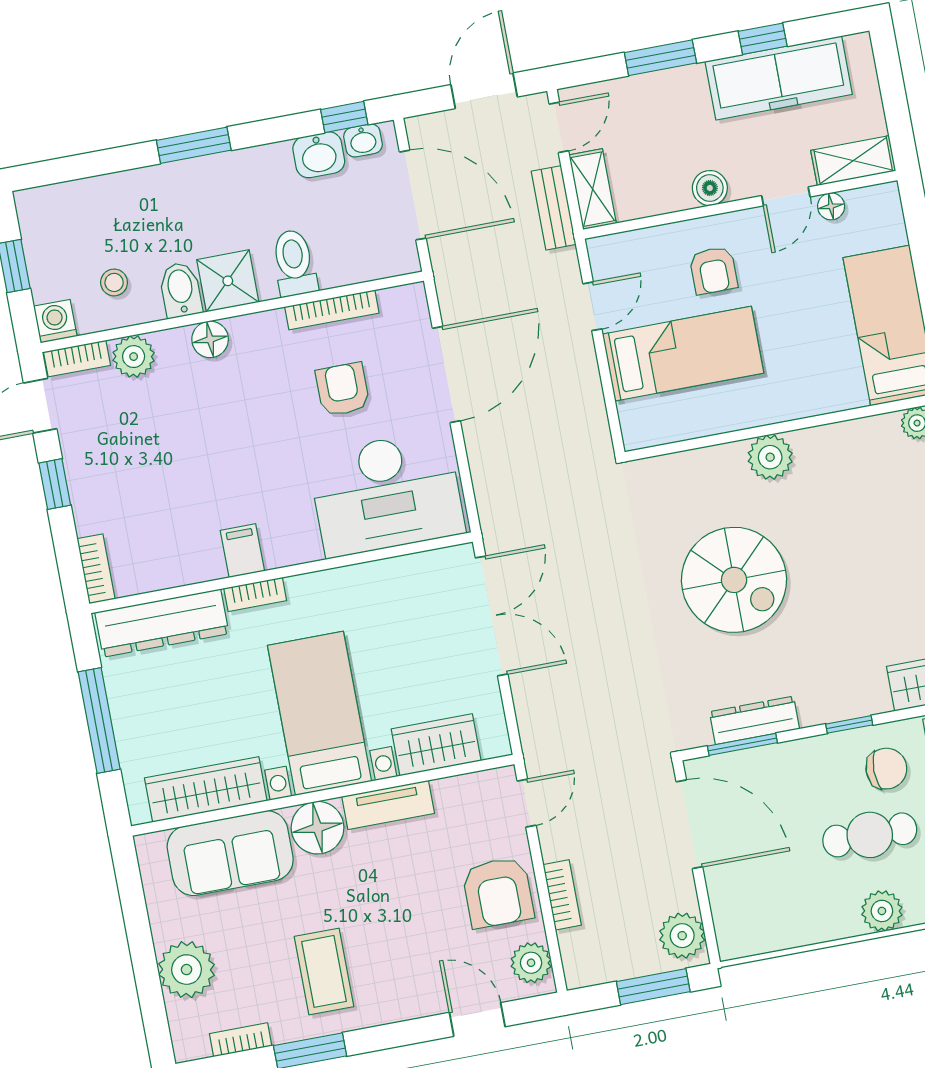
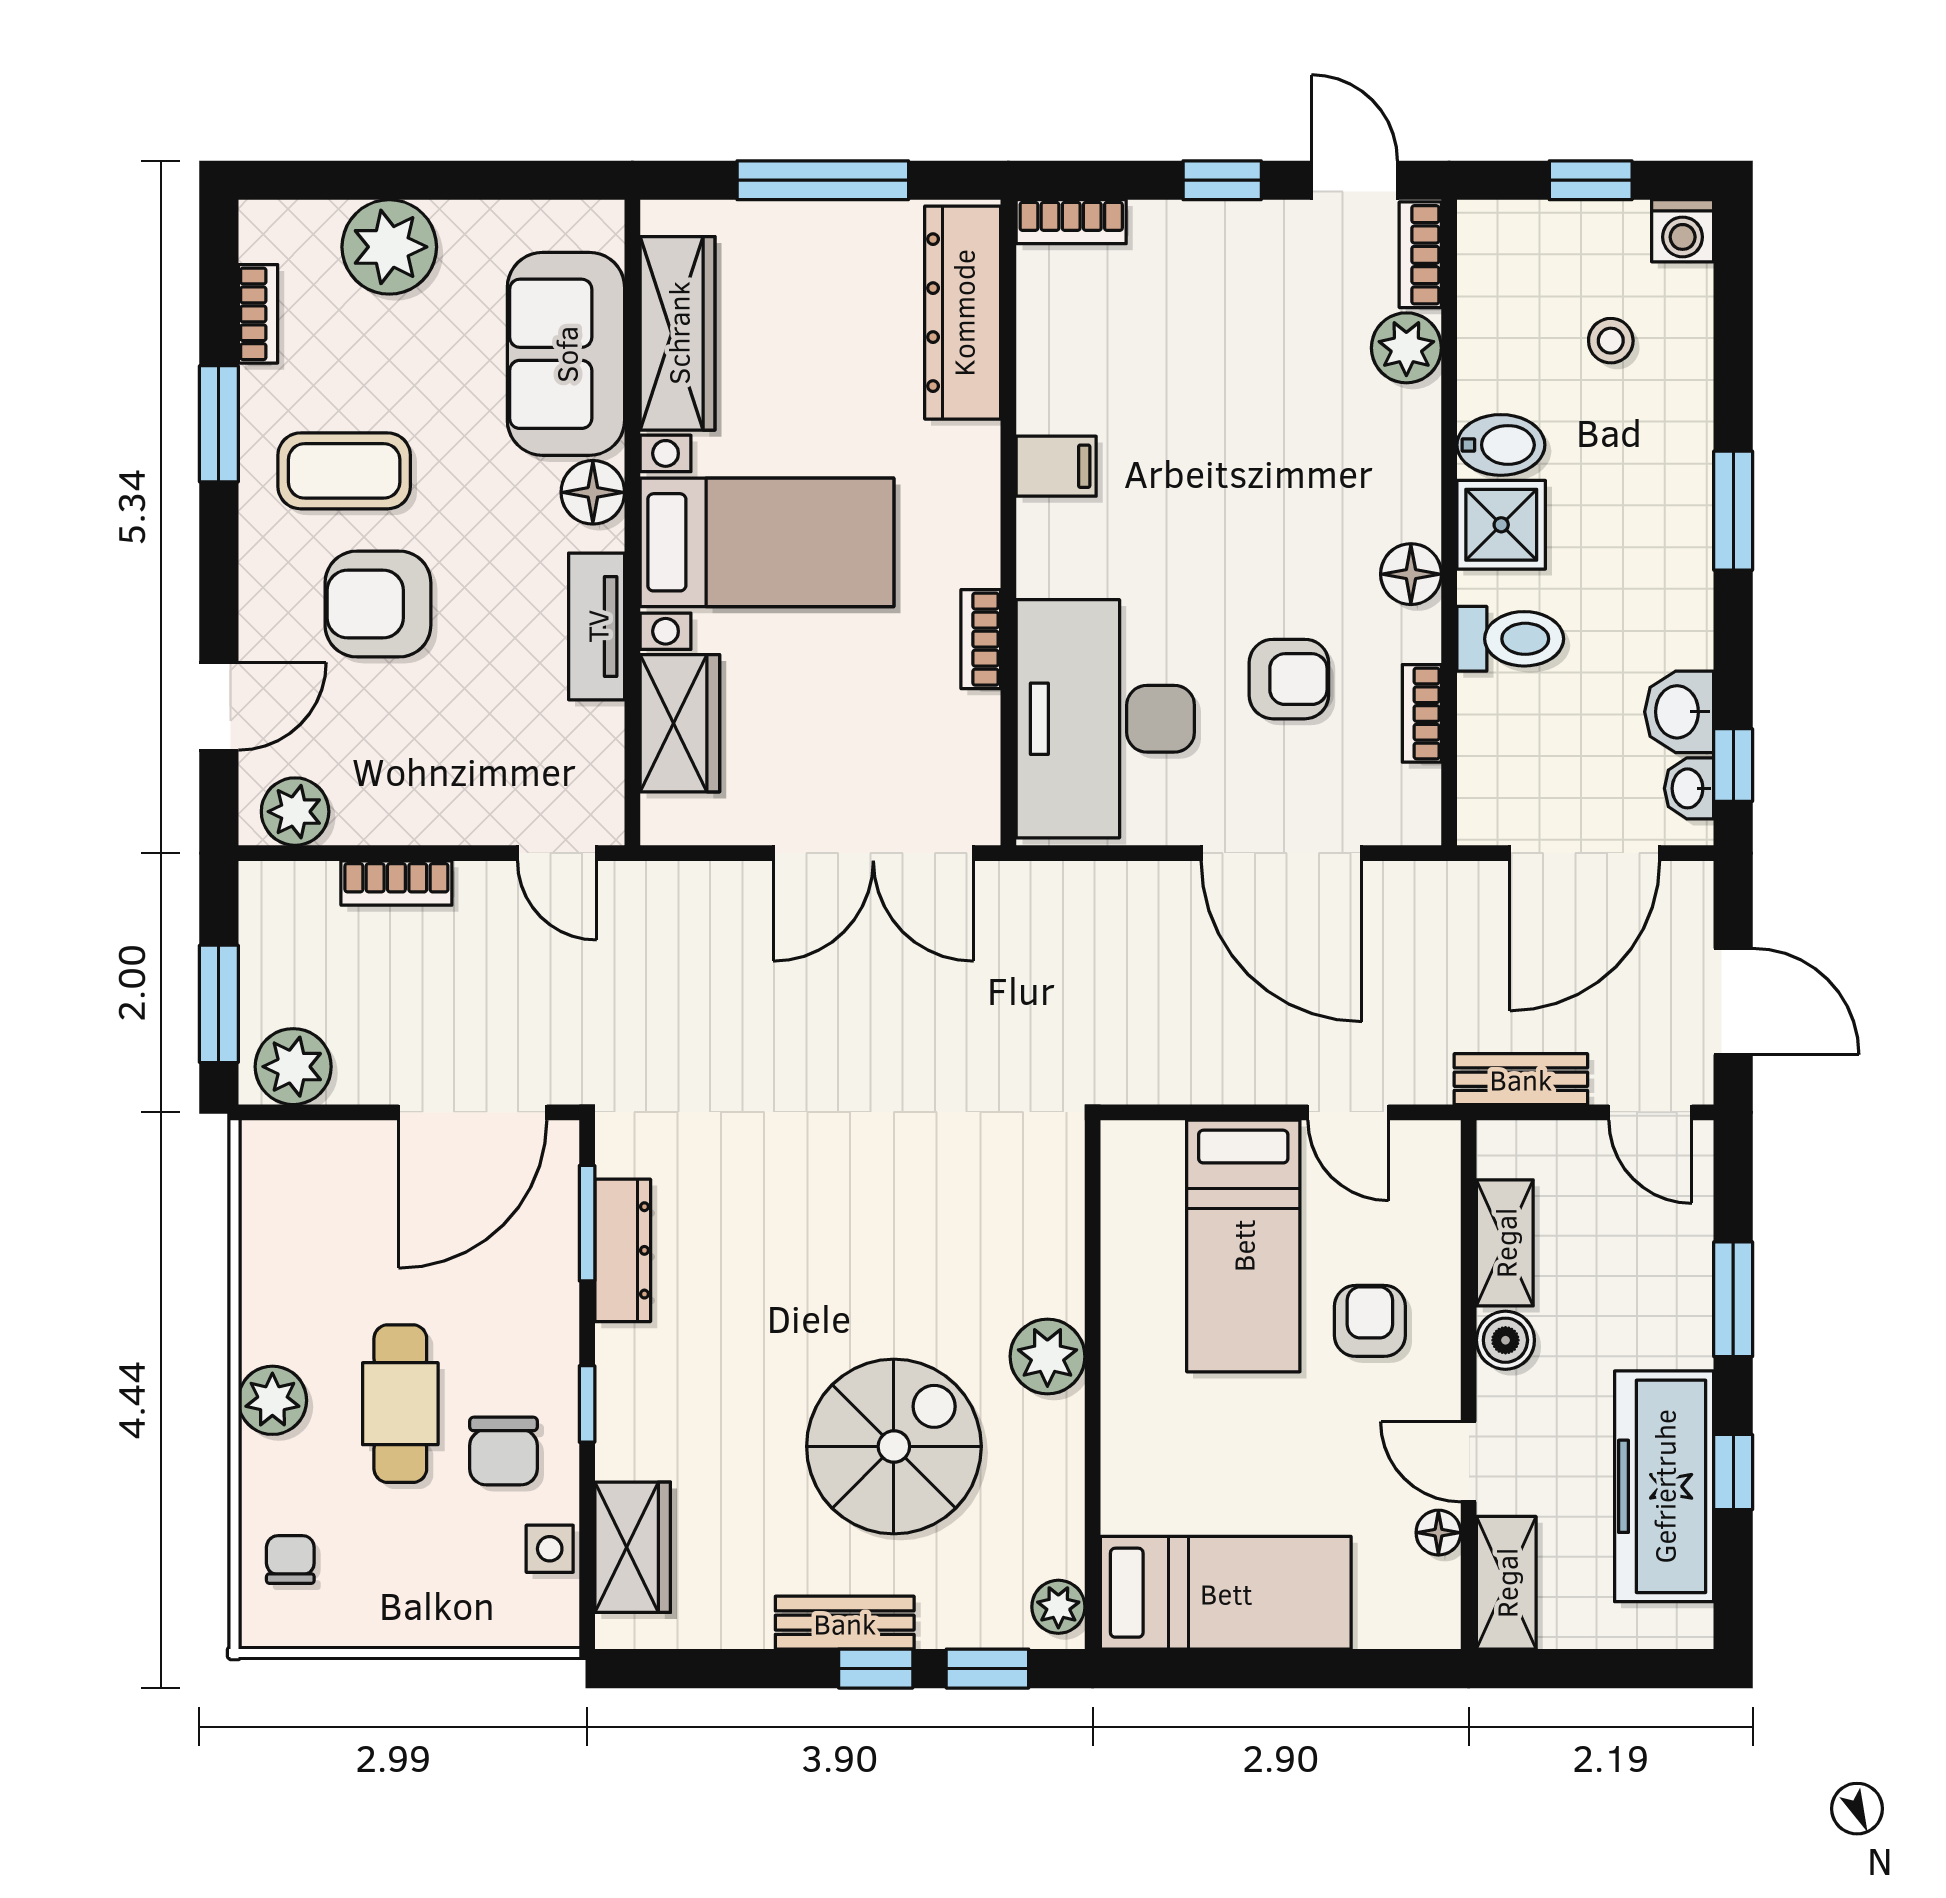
shelving: (593, 189) -> (1505, 1243), moved, turned 90
armchair: (713, 270) -> (1370, 1321), turned 90
stool: (114, 282) -> (1611, 341), moved
bookcase: (332, 310) -> (1422, 713), width x0.64
washing machine: (55, 321) -> (1683, 231), moved, turned 90
floor lamp: (210, 339) -> (1411, 574), moved
spiral stairs: (734, 580) -> (894, 1446), moved, turned 180
bookcase: (255, 594) -> (981, 639), moved
floor lamp: (318, 828) -> (593, 492), width x0.73, depth x0.73
armchair: (498, 892) -> (378, 604), moved

